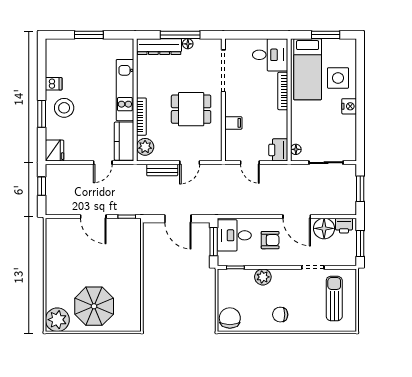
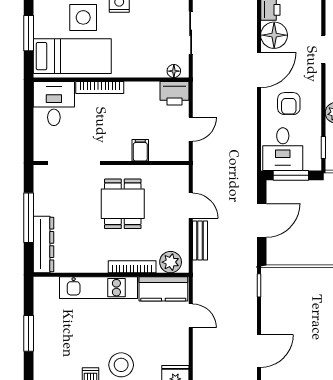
floor lamp: (188, 44) -> (40, 208), removed
door: (93, 217) -> (259, 351), moved
armchair: (270, 240) -> (289, 104), turned 180

